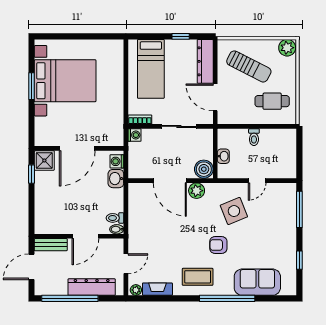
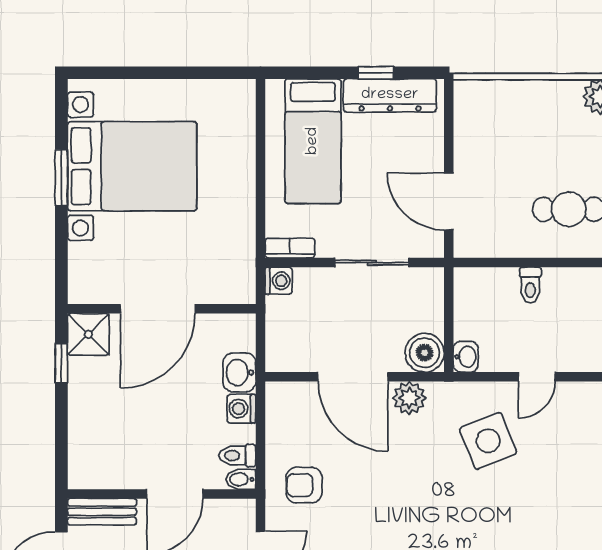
dresser: (205, 61) -> (390, 95), moved, turned -90
sun lounger: (249, 66) -> (520, 136), removed
washbasin: (223, 156) -> (466, 357), moved
washing machine: (117, 161) -> (241, 409), moved
armchair: (218, 245) -> (304, 485), moved

